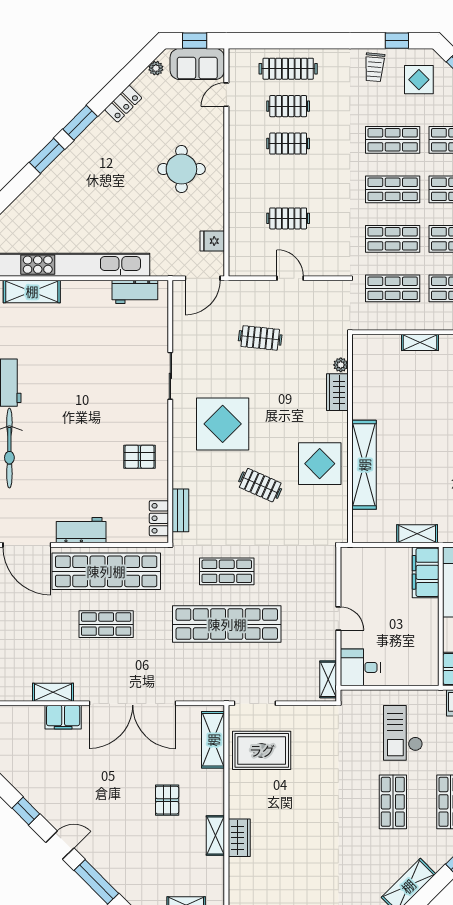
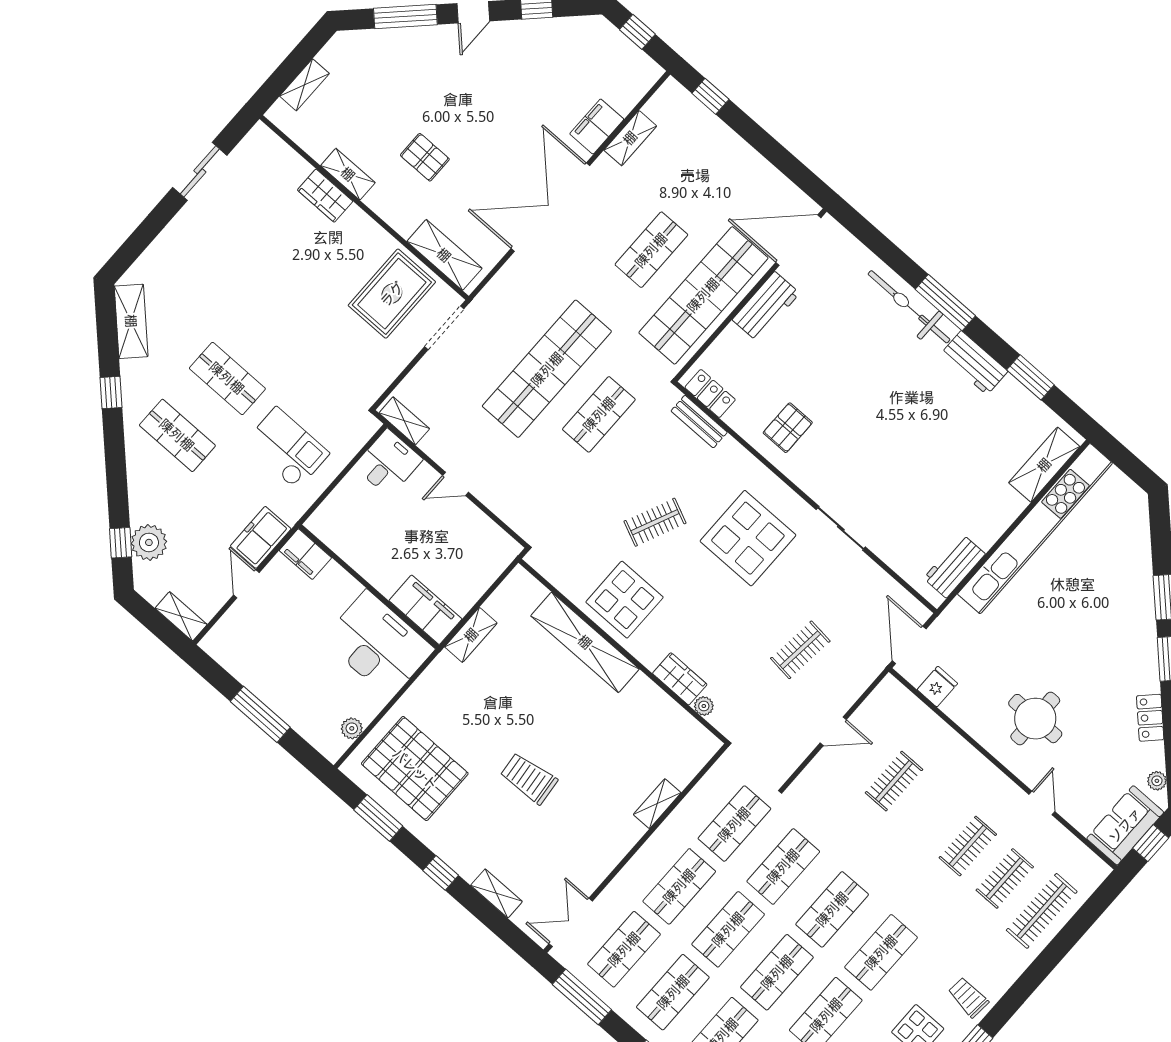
door: (226, 95) -> (1042, 803), moved

